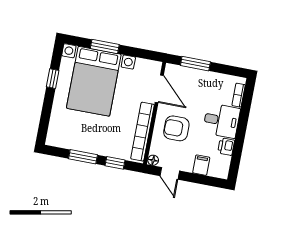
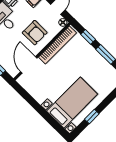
window: (105, 46) -> (45, 115), removed
bed with nightstands: (94, 81) -> (72, 103), width x0.73

